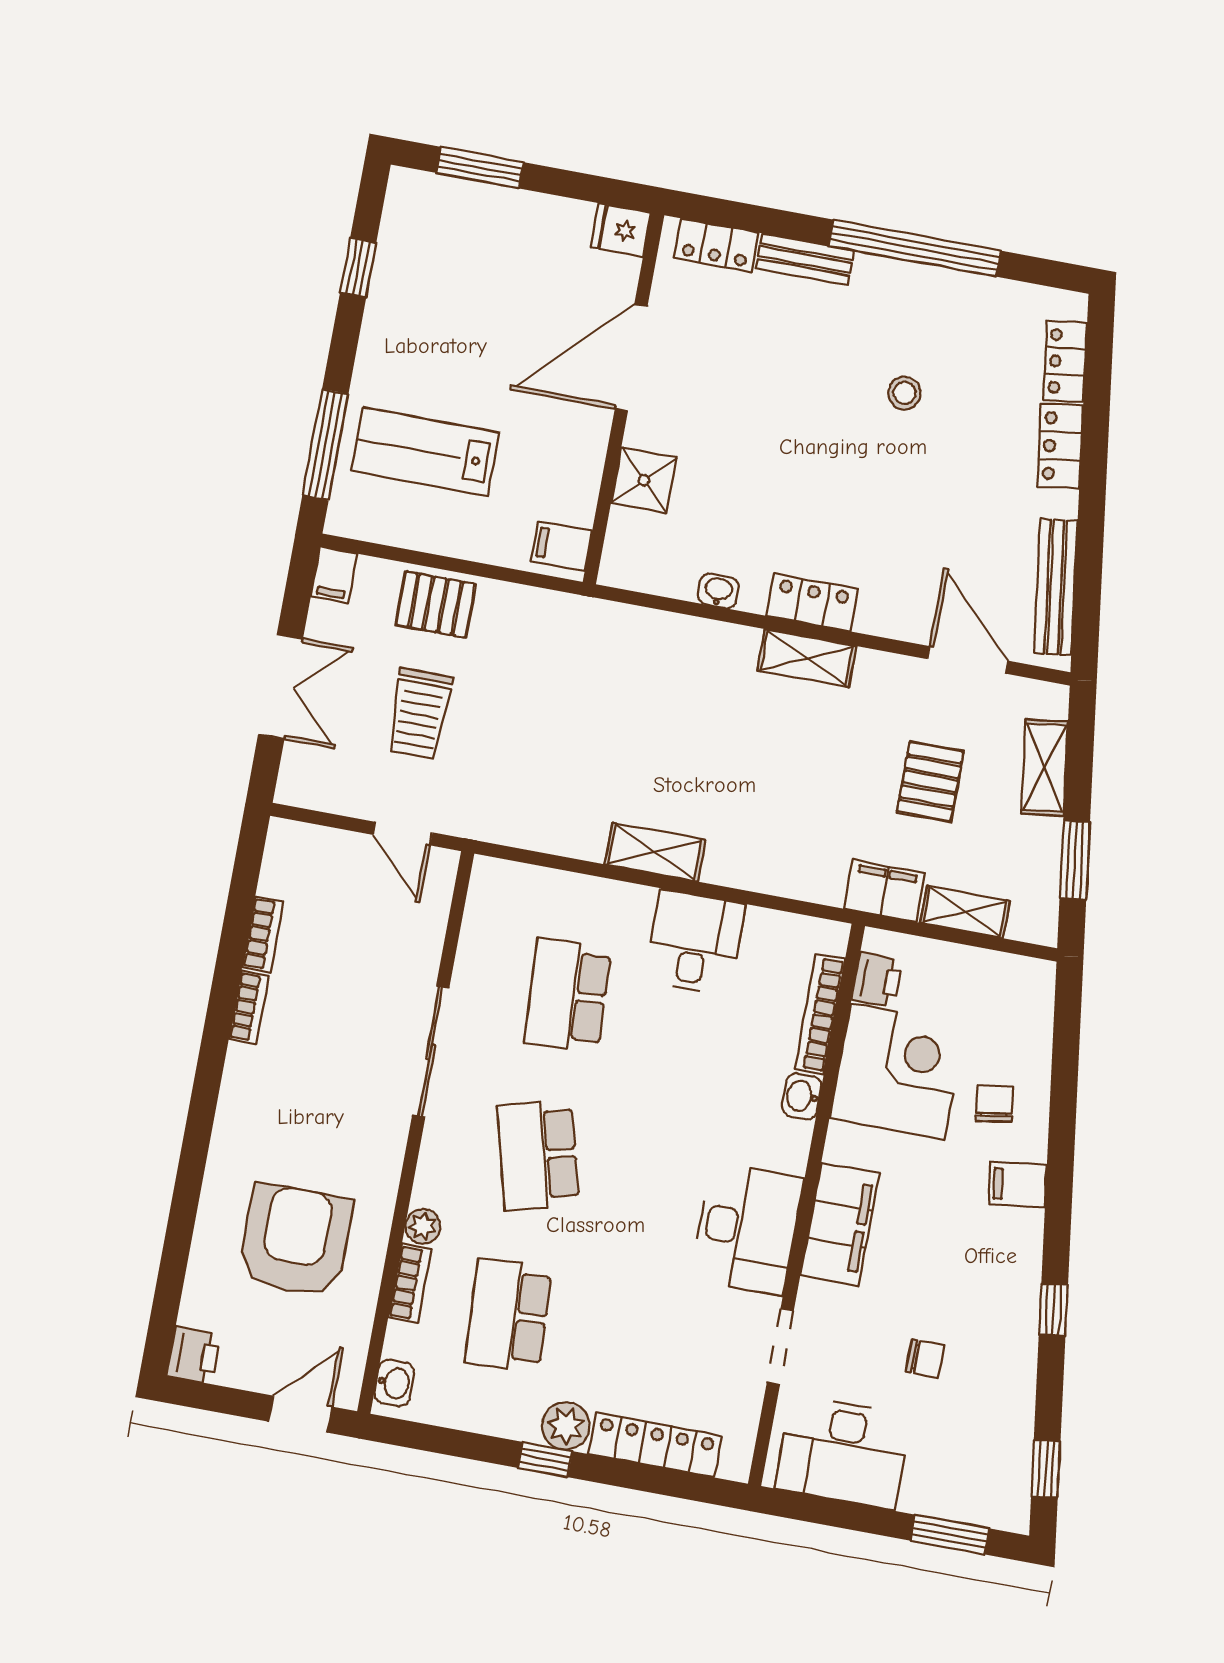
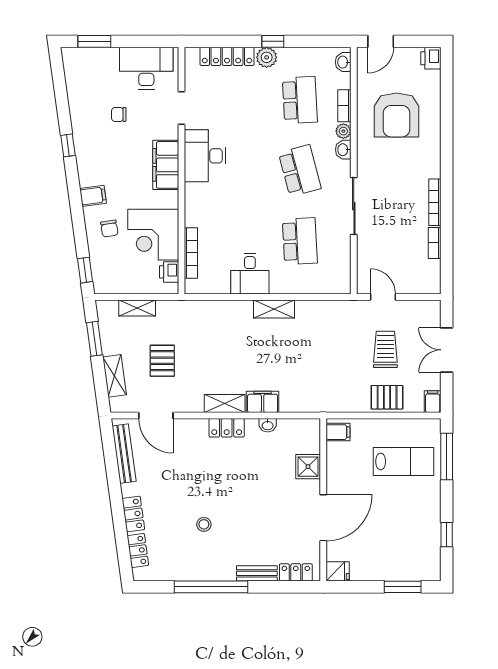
filing cabinet: (885, 891) -> (263, 402), moved, turned 180
bookcase: (249, 1007) -> (435, 202), width x1.56
washbasin: (802, 1096) -> (343, 150), moved, turned 180
window: (1046, 1469) -> (85, 270), moved

